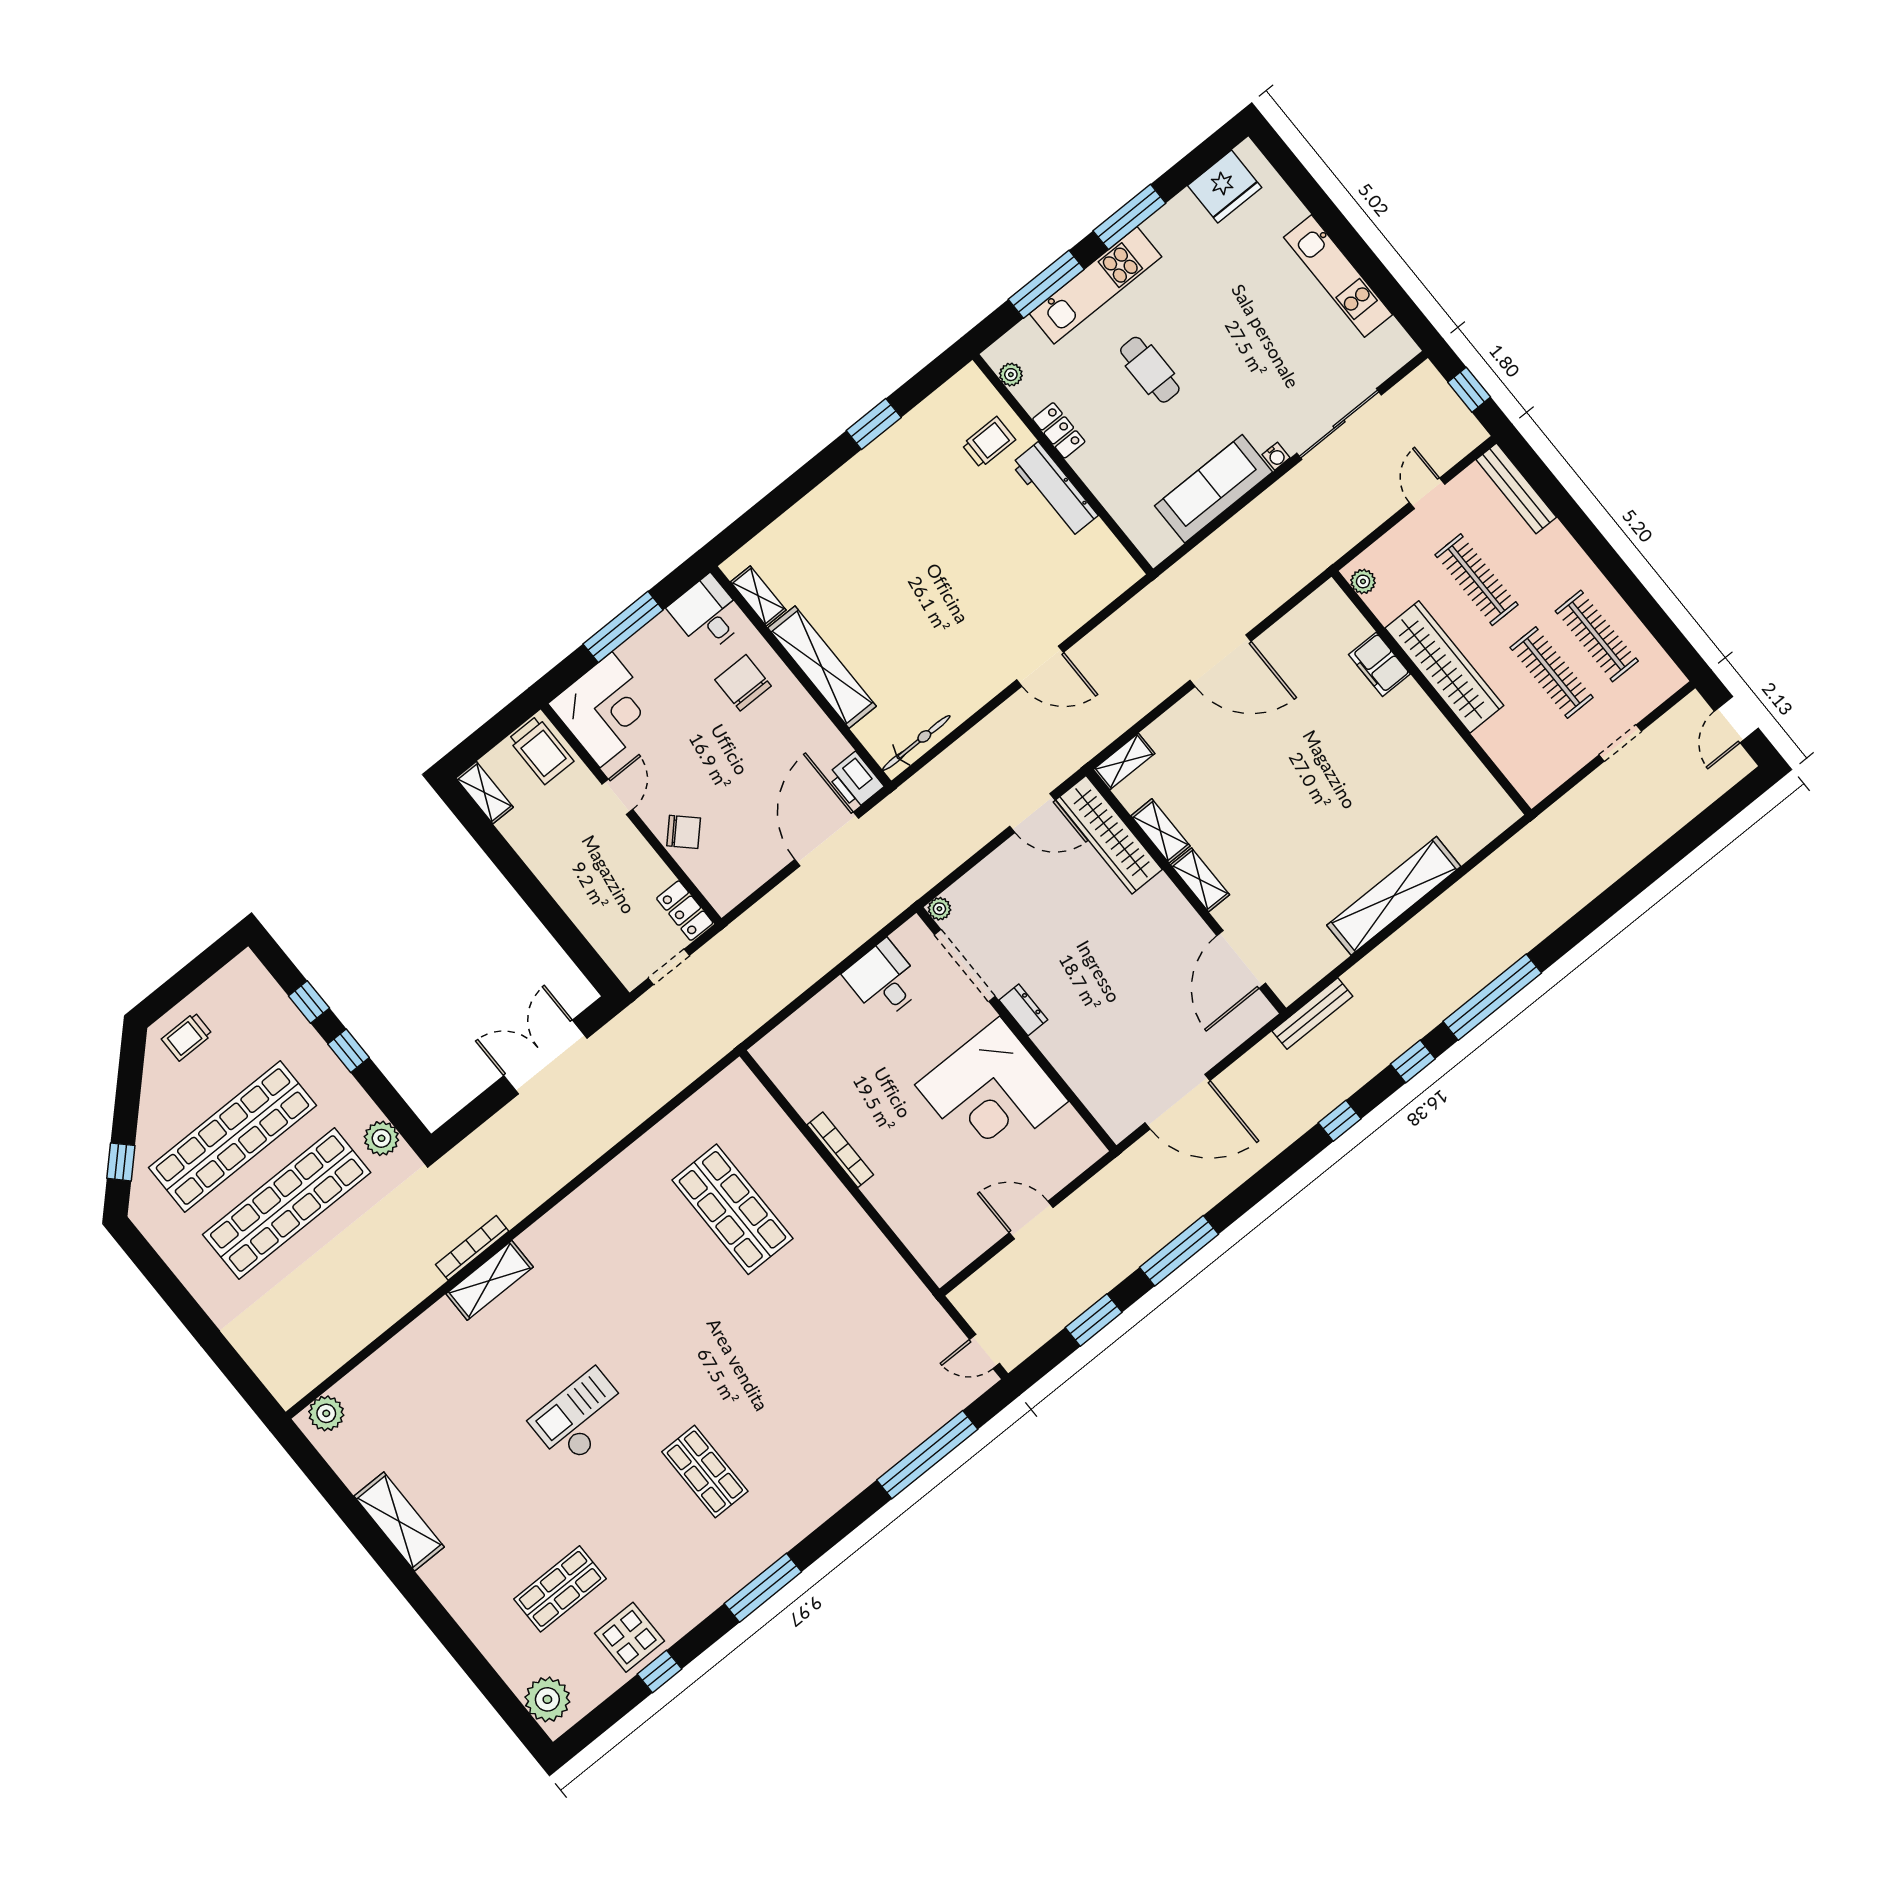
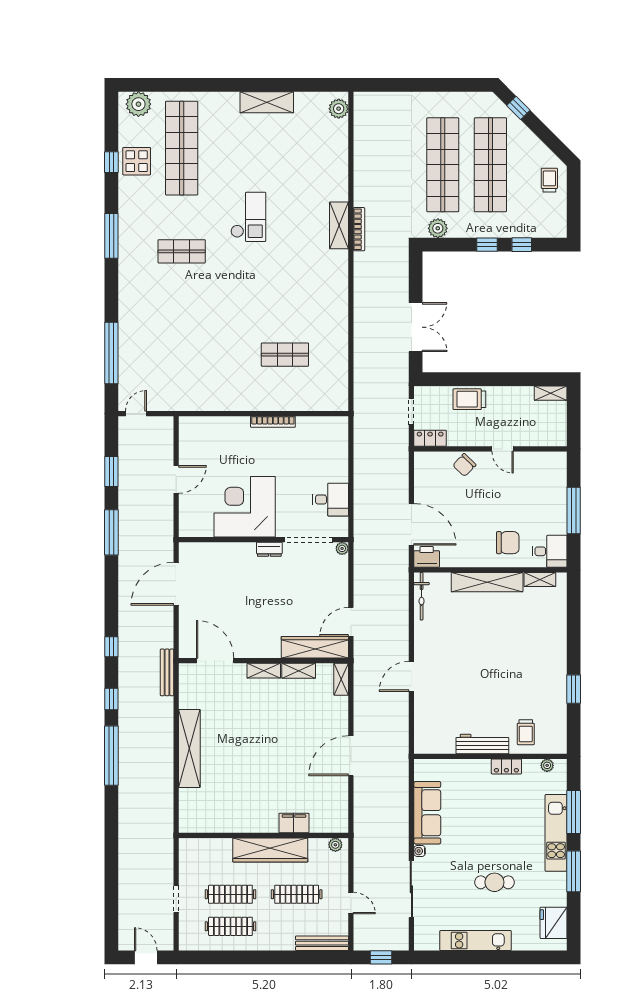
cafe table: (1150, 370) -> (494, 882), moved
corner desk: (606, 710) -> (544, 474), removed
trolley: (541, 750) -> (469, 399), moved
shop shelf: (732, 1209) -> (285, 355), width x0.70, depth x0.74
shop shelf: (560, 1589) -> (182, 148), width x2.00, depth x1.36

